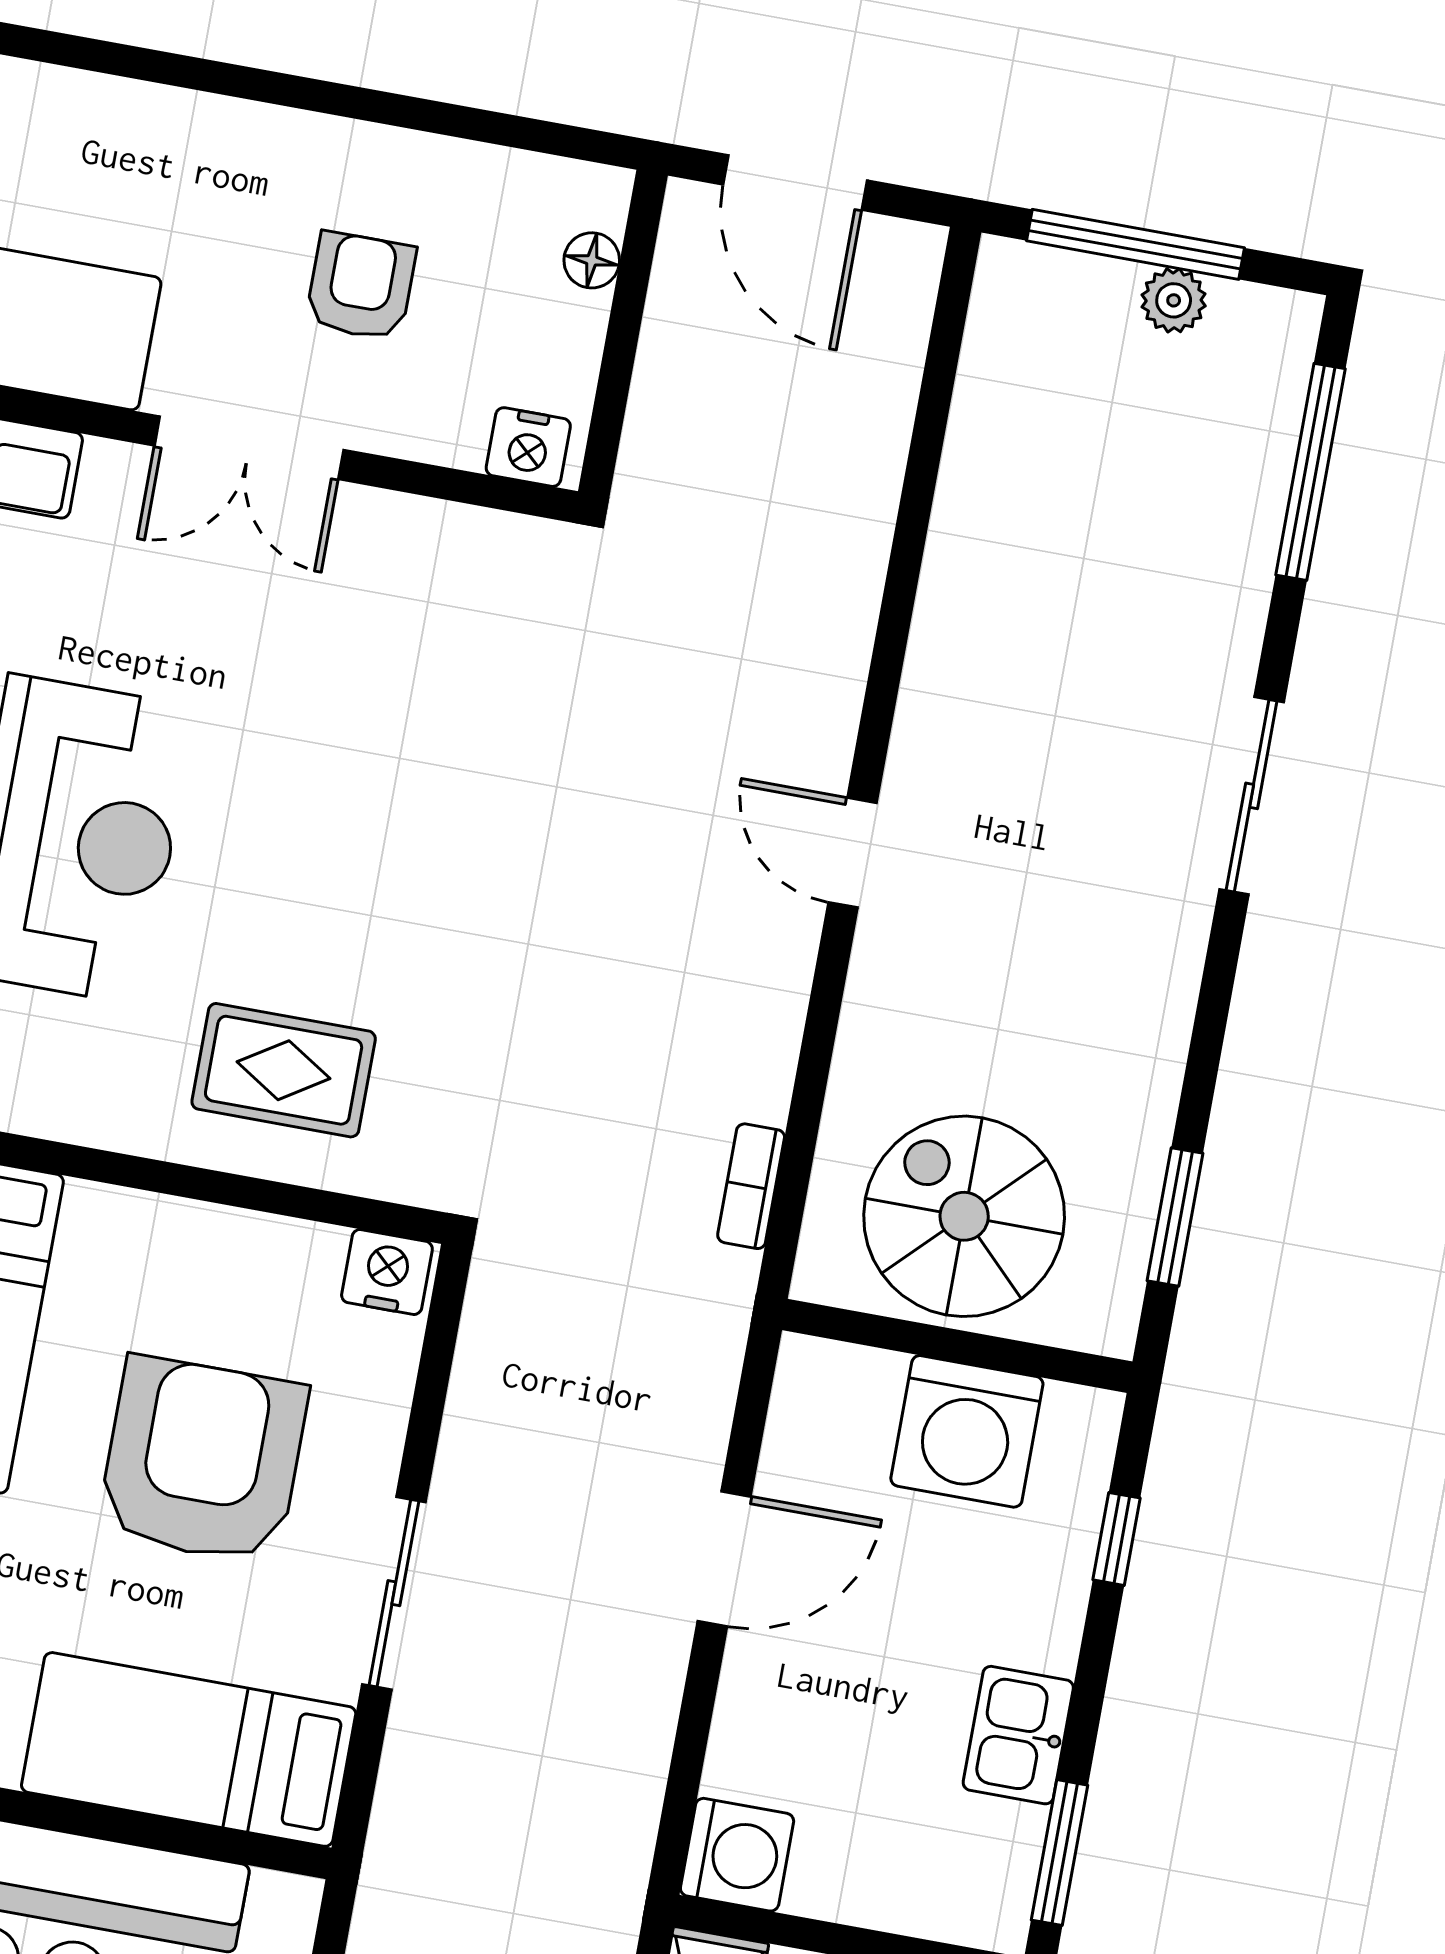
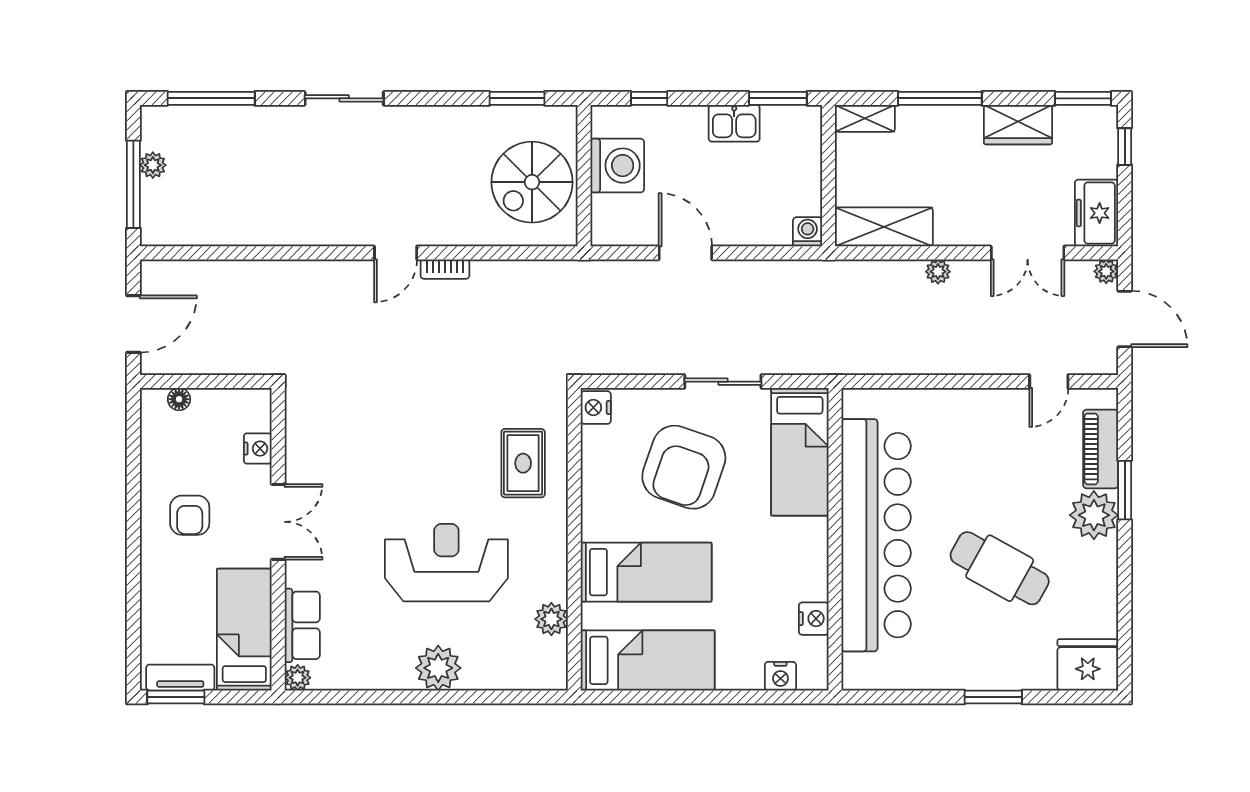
armchair: (361, 286) -> (190, 515), moved, turned -90
nightstand: (528, 447) -> (258, 449), moved
bookcase: (751, 1186) -> (445, 269), moved
armchair: (203, 1460) -> (684, 467), turned -71
washing machine: (737, 1855) -> (808, 232), width x0.73, depth x0.73

